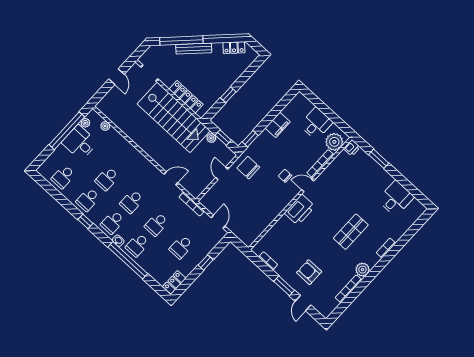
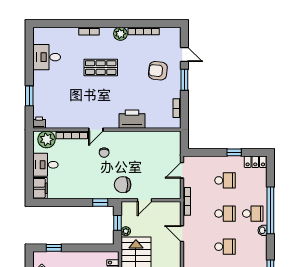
window: (228, 95) -> (54, 248), moved
filing cabinet: (278, 125) -> (40, 188), moved, turned 90
chair: (248, 168) -> (123, 185), turned 90
door: (308, 185) -> (96, 130), hinge flipped
printer: (300, 210) -> (132, 119), moved
school desk: (113, 222) -> (253, 247), removed
window: (206, 262) -> (234, 152), moved
armchair: (309, 272) -> (158, 71), turned 96
door: (303, 303) -> (184, 55), hinge flipped

